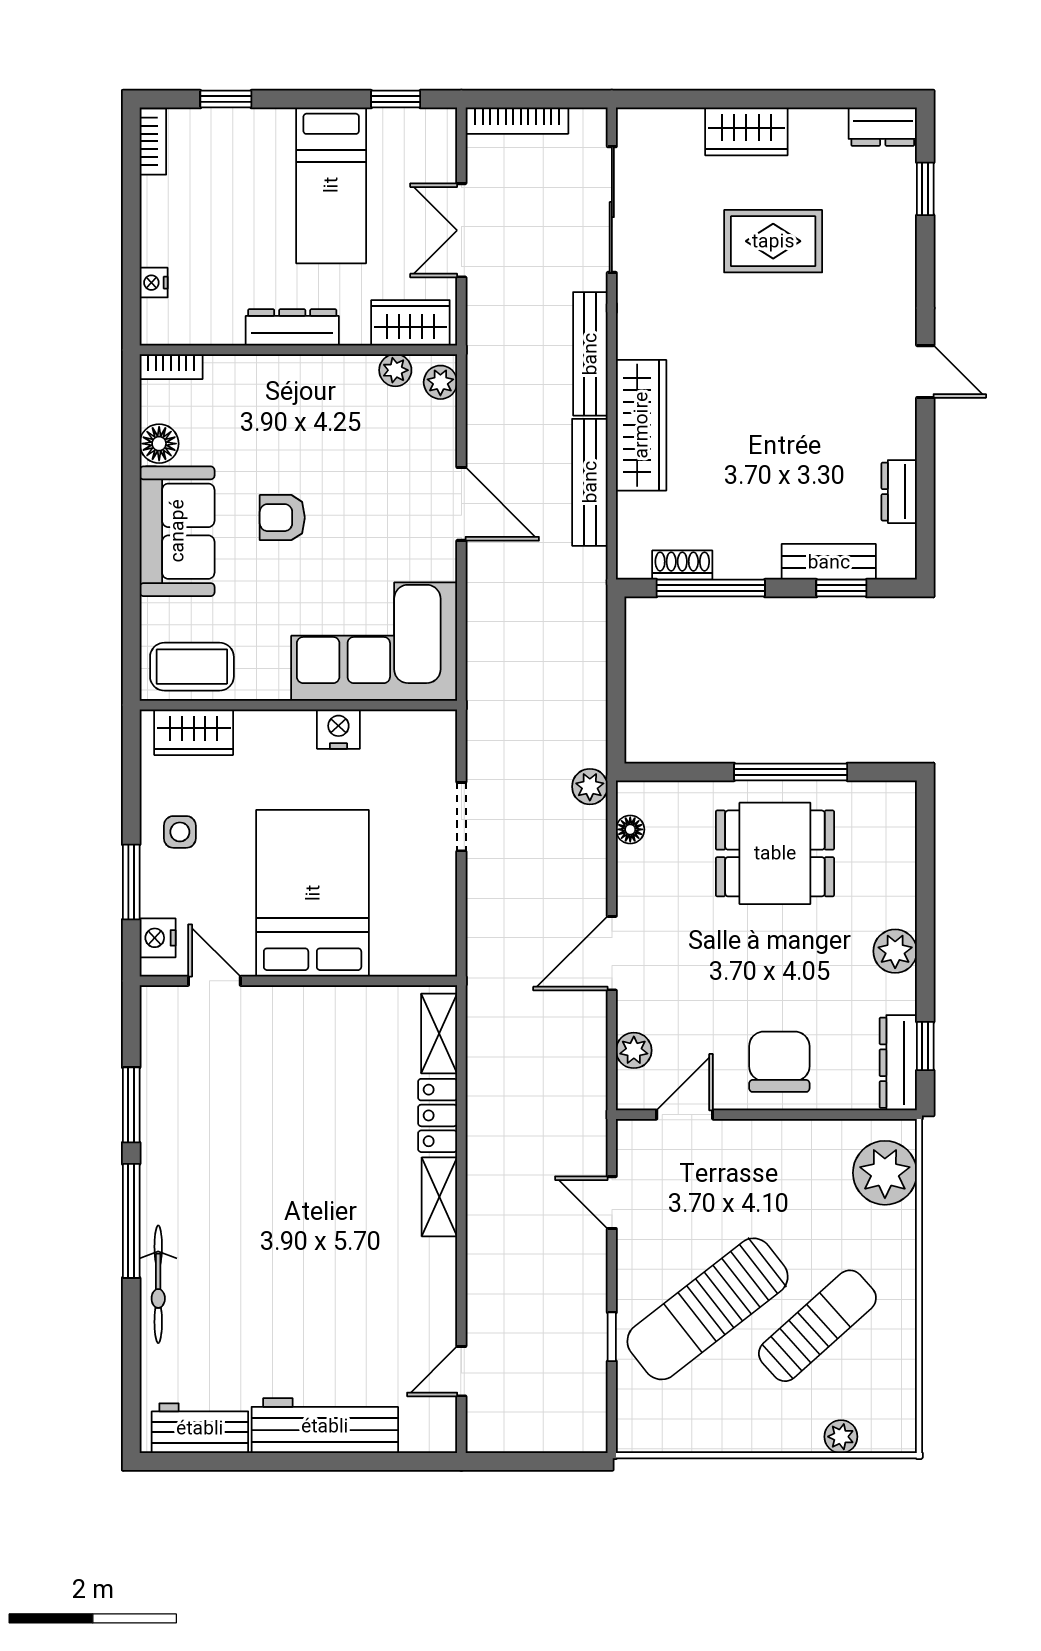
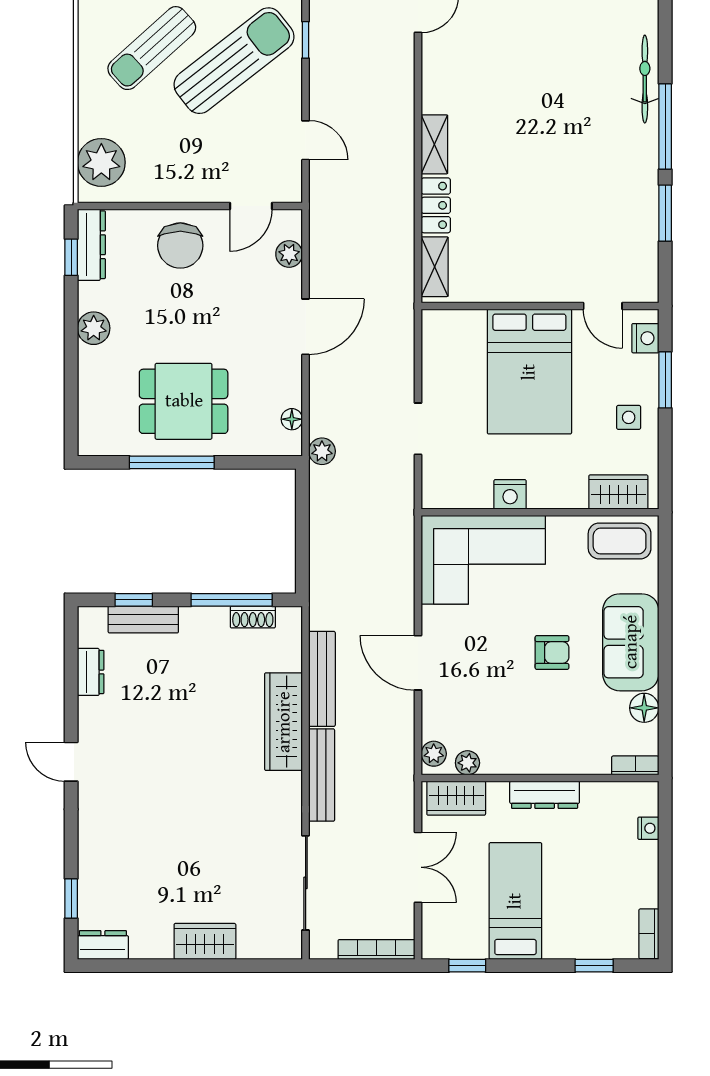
rug: (773, 241) -> (185, 859), removed

